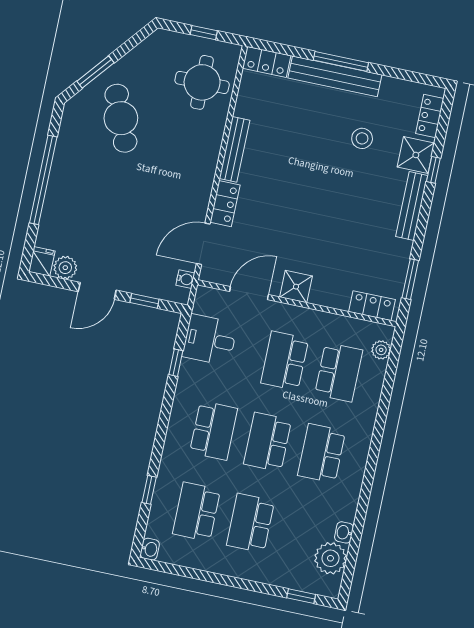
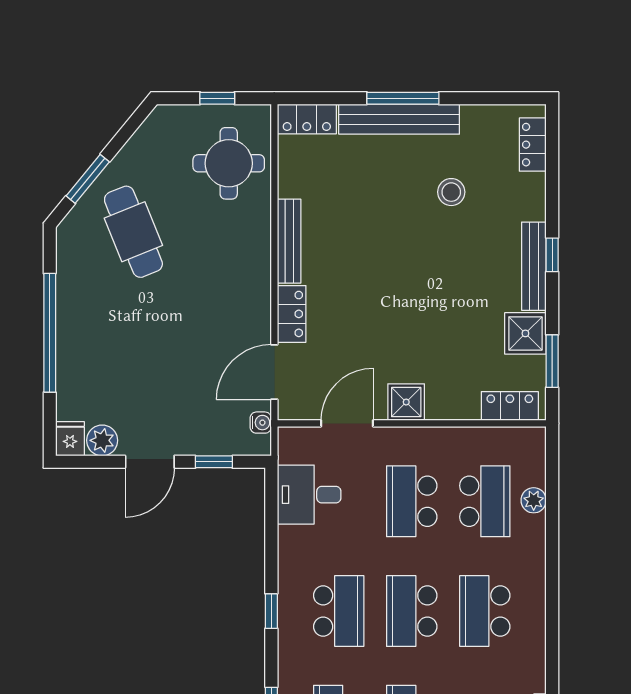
shower: (416, 155) -> (525, 333), moved
window: (433, 170) -> (552, 255), moved
plant: (381, 350) -> (534, 500), moved
window: (176, 363) -> (271, 611), moved

